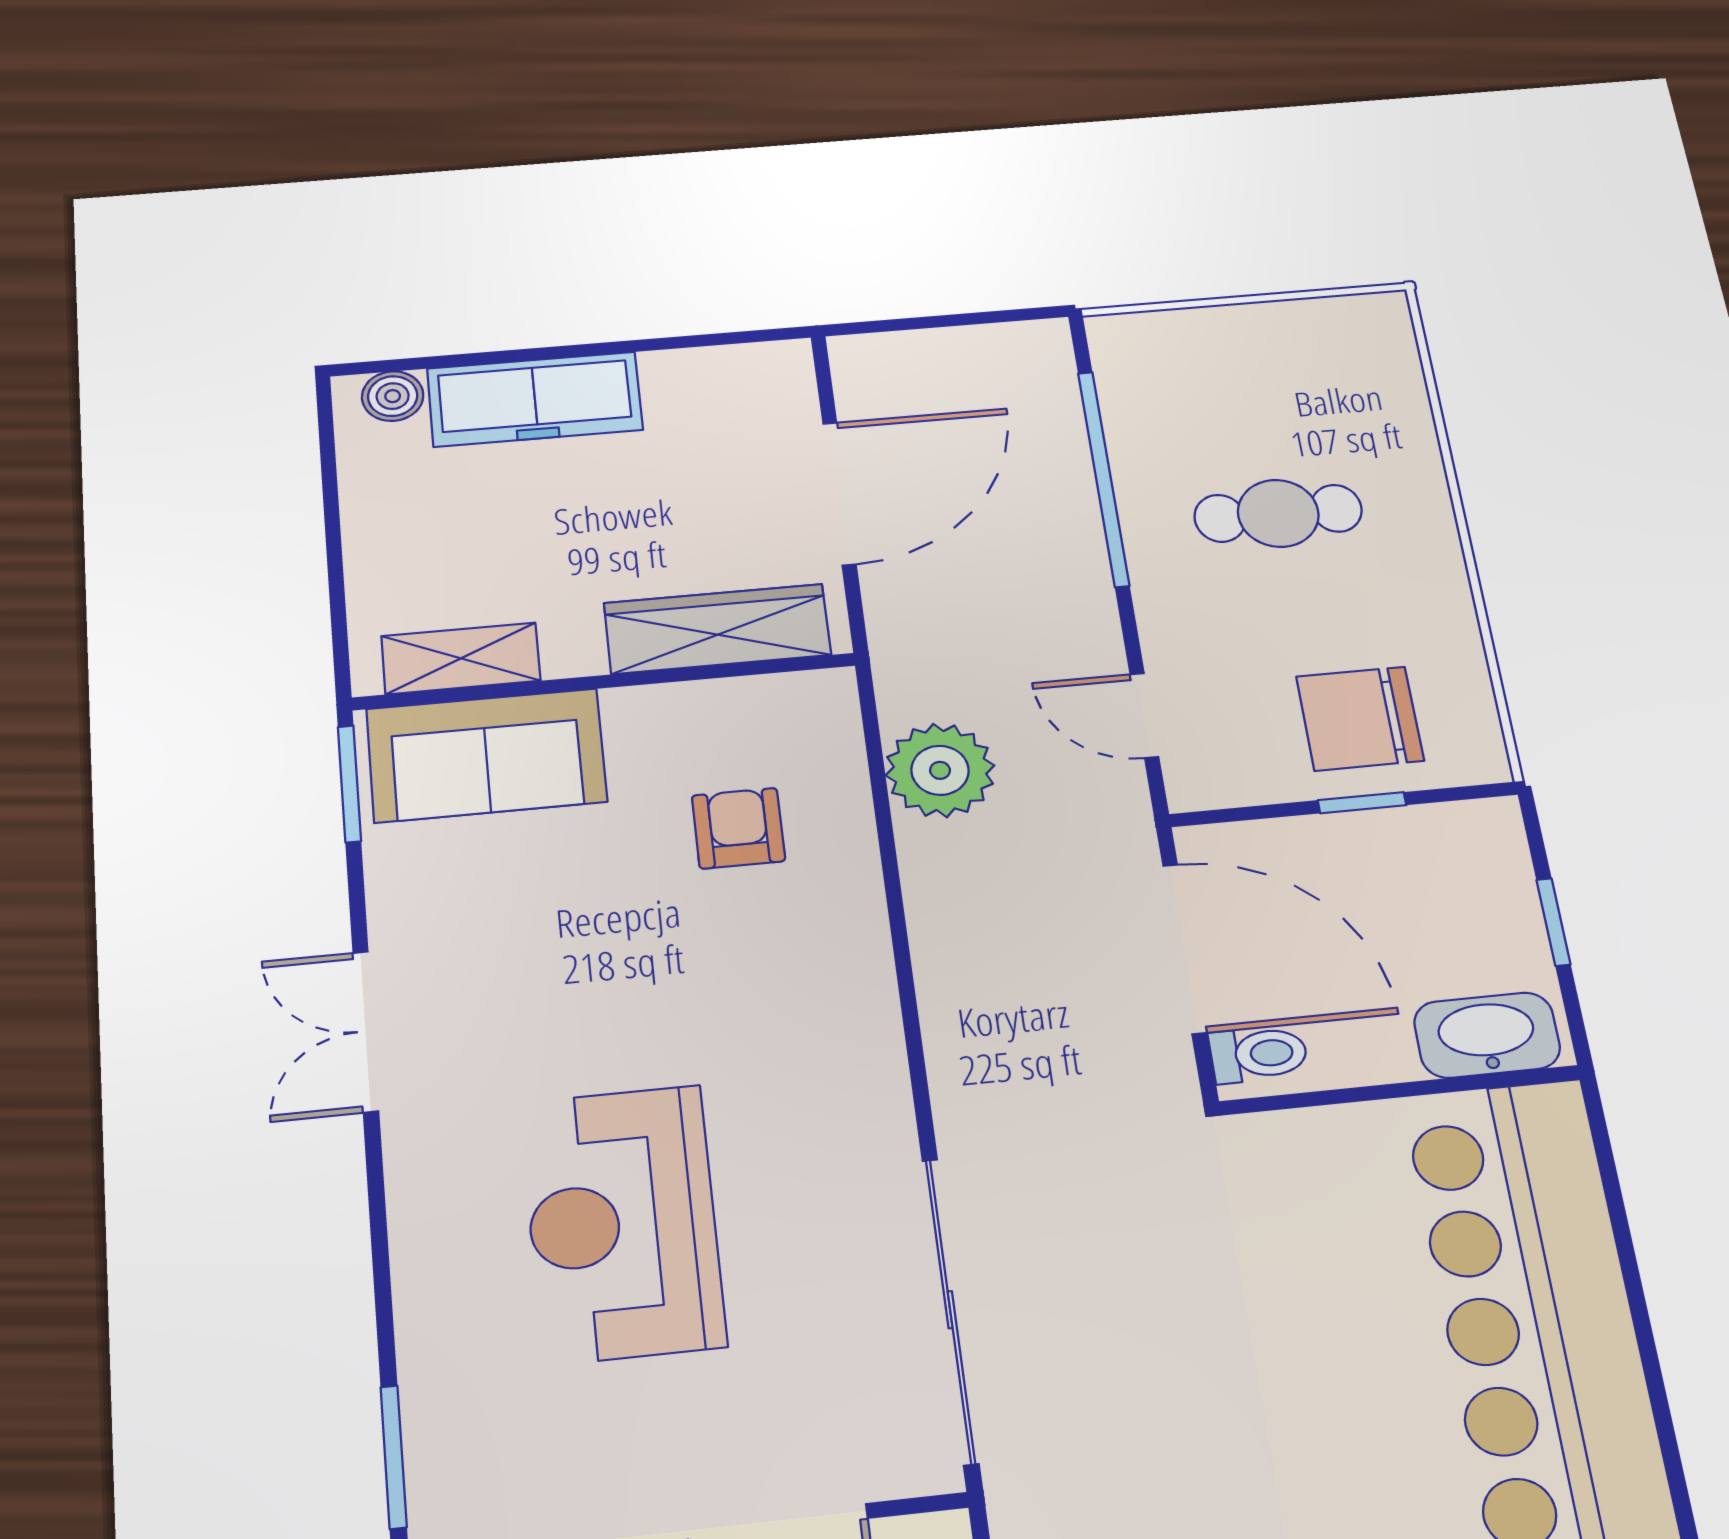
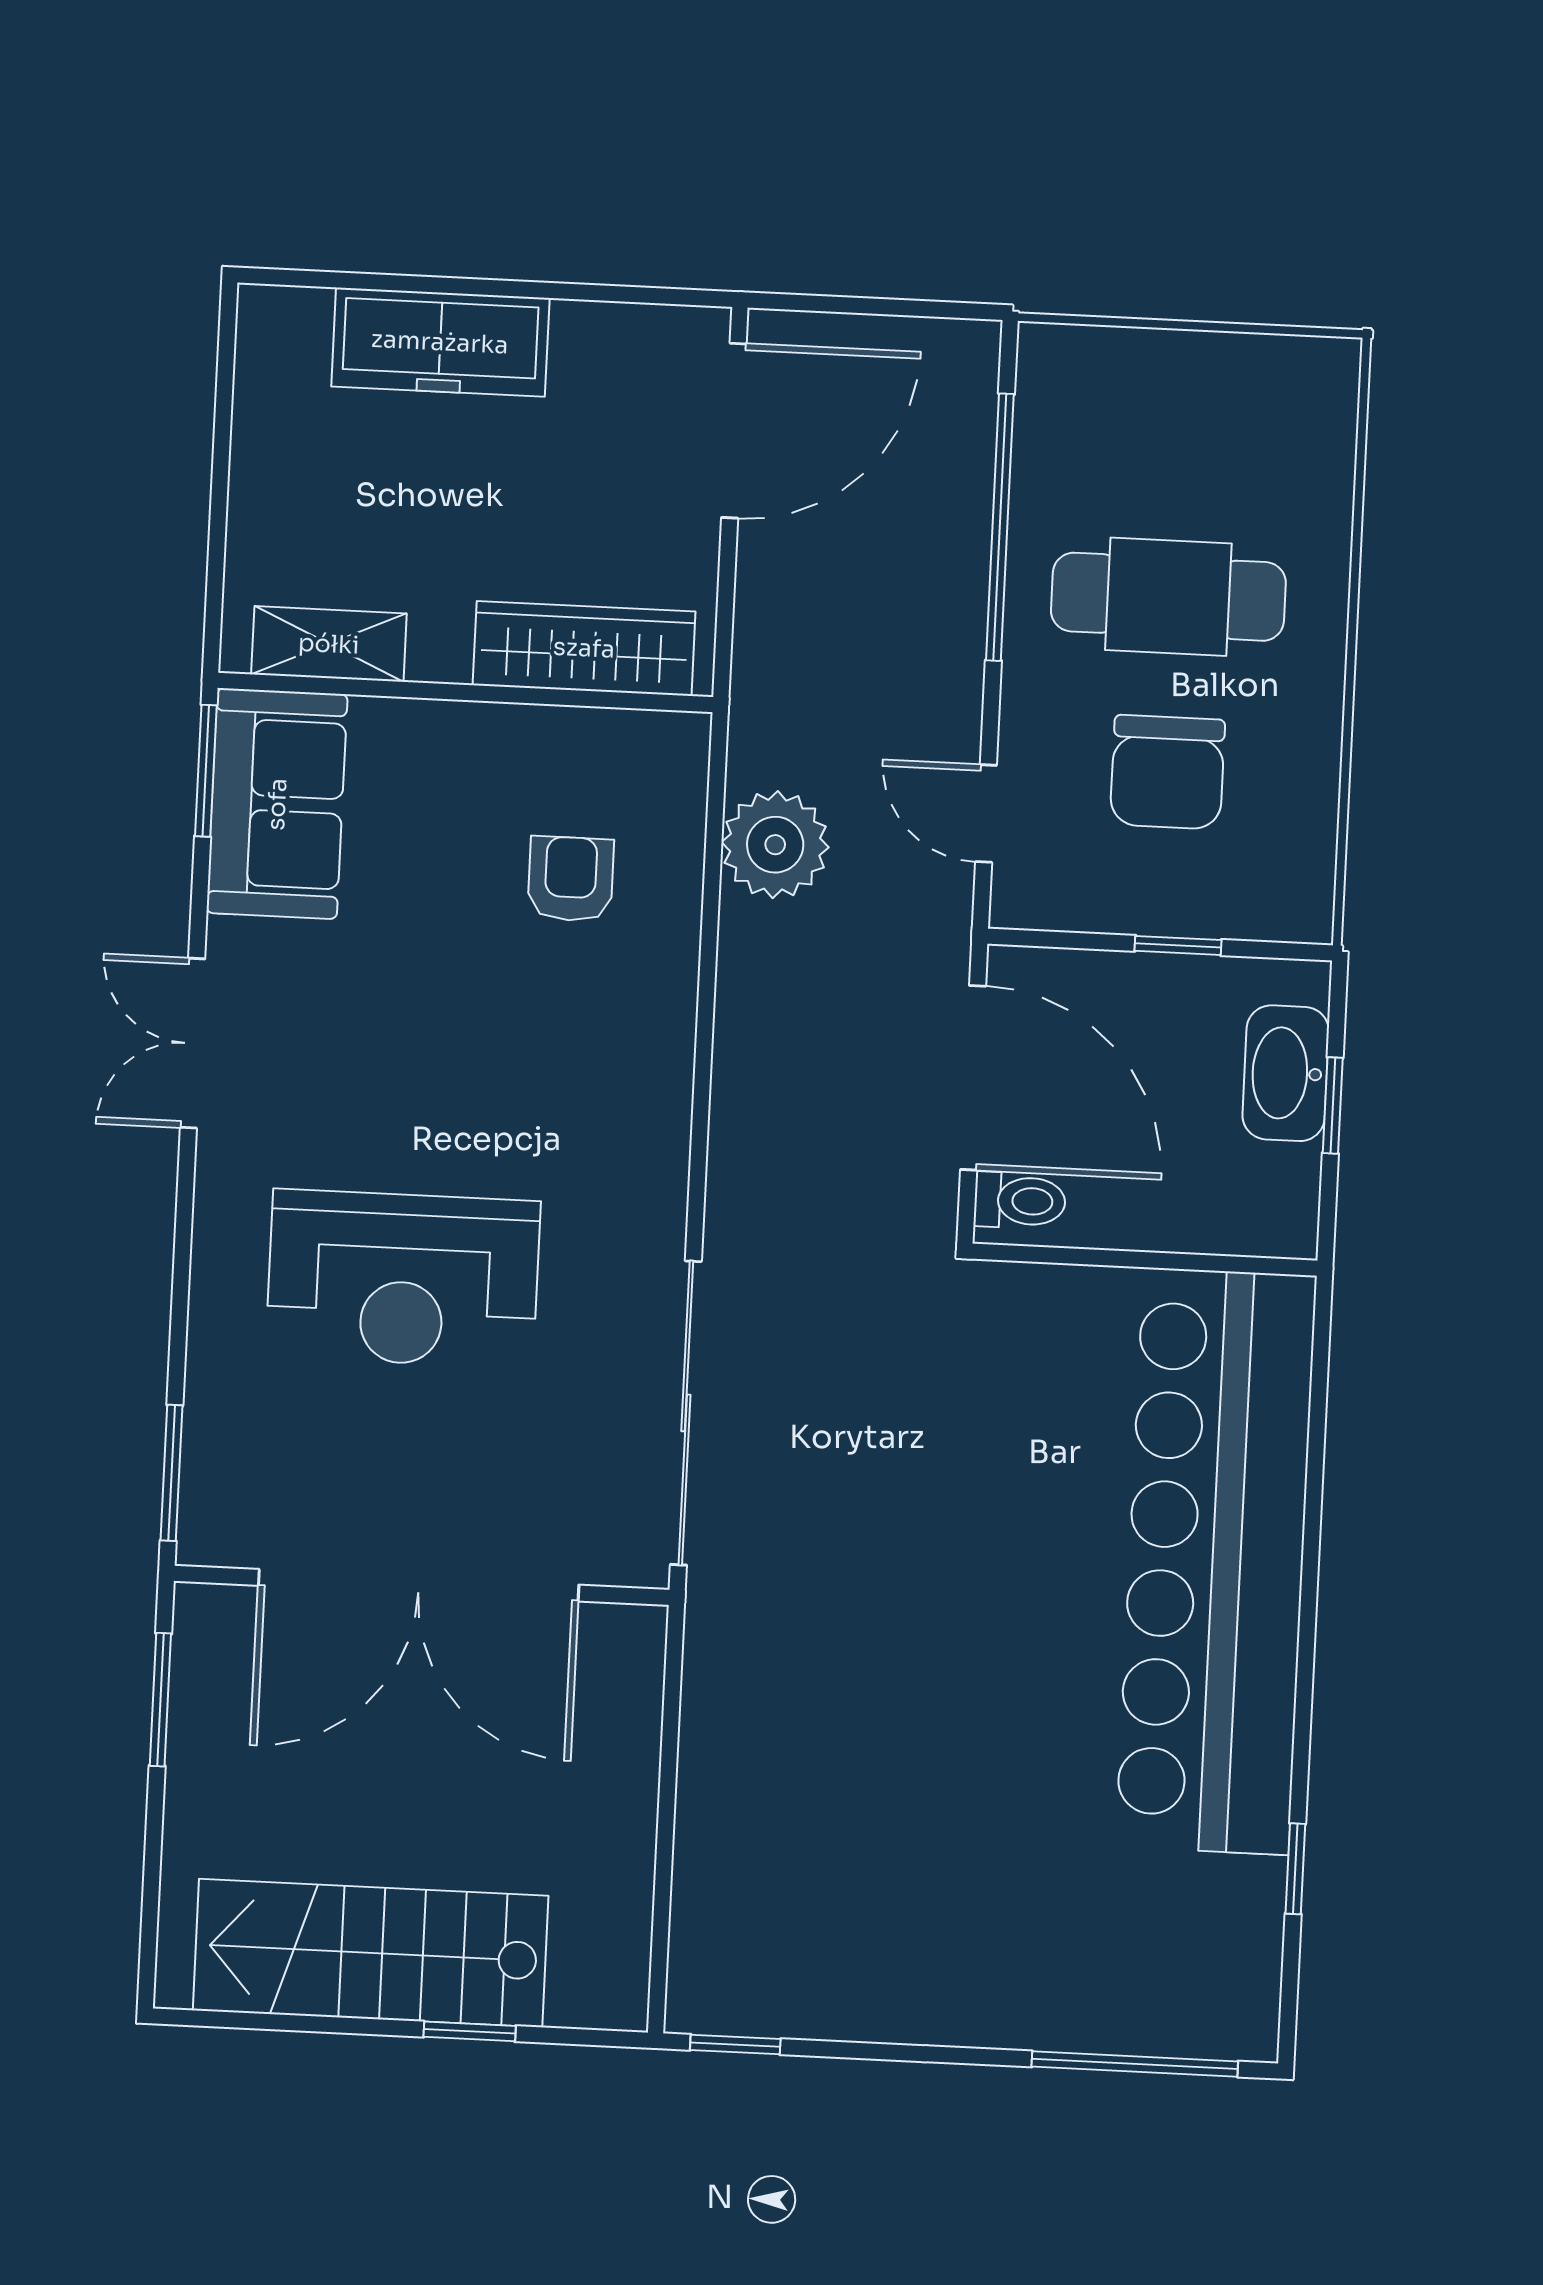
boiler: (393, 396) -> (297, 317), removed
door: (839, 493) -> (734, 431), moved
cafe table: (1278, 513) -> (1168, 597), width x1.37, depth x1.35
chair: (1360, 719) -> (1167, 772), moved, turned -90
sofa: (486, 755) -> (277, 804), moved, turned -90
washbasin: (1487, 1035) -> (1286, 1073), moved, turned -90
reception desk: (622, 1223) -> (403, 1279), turned -90

